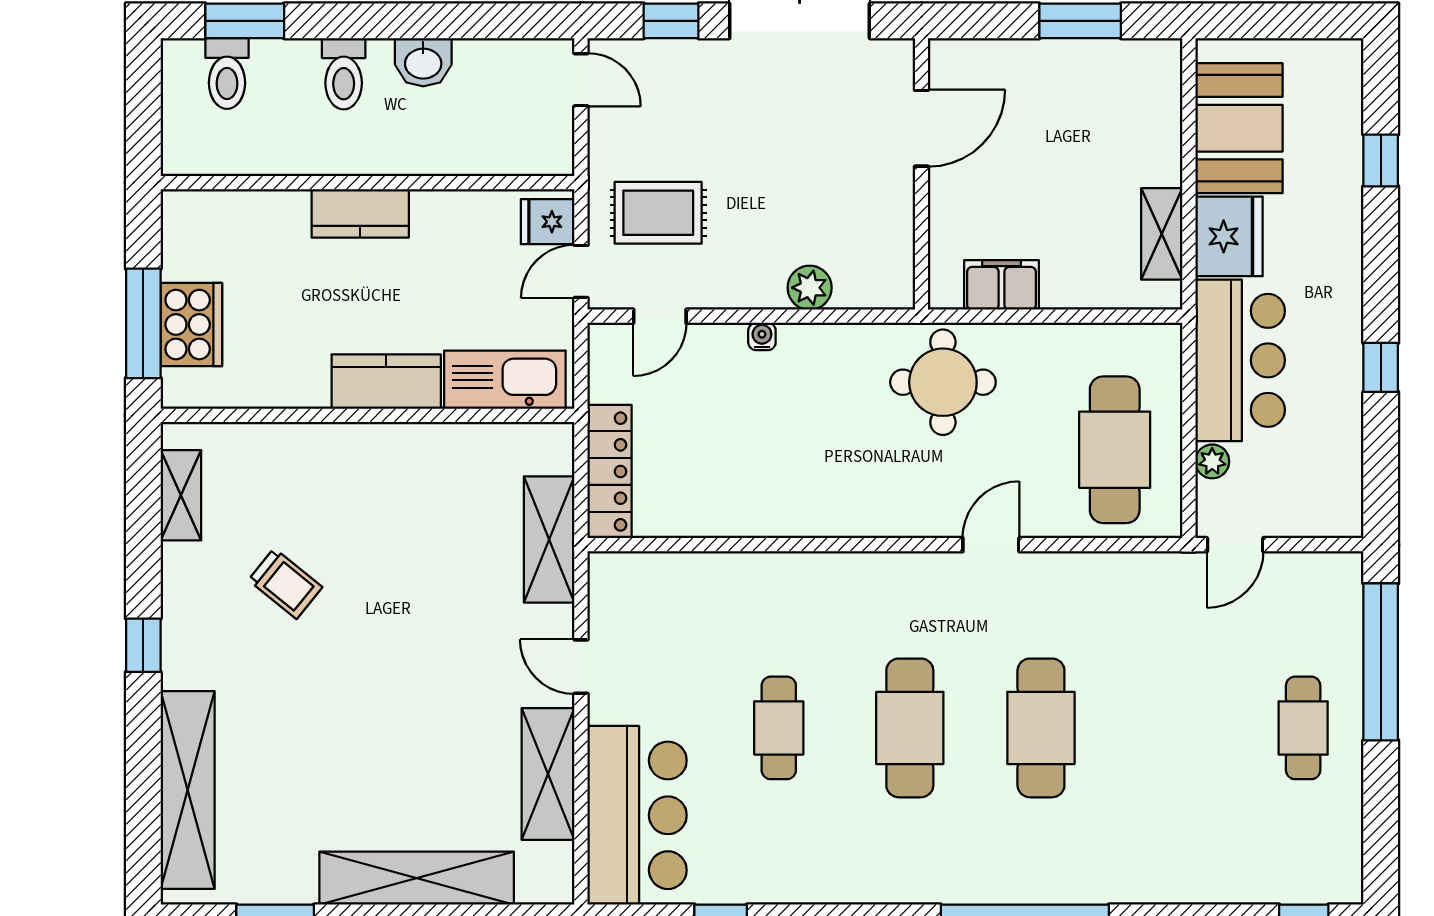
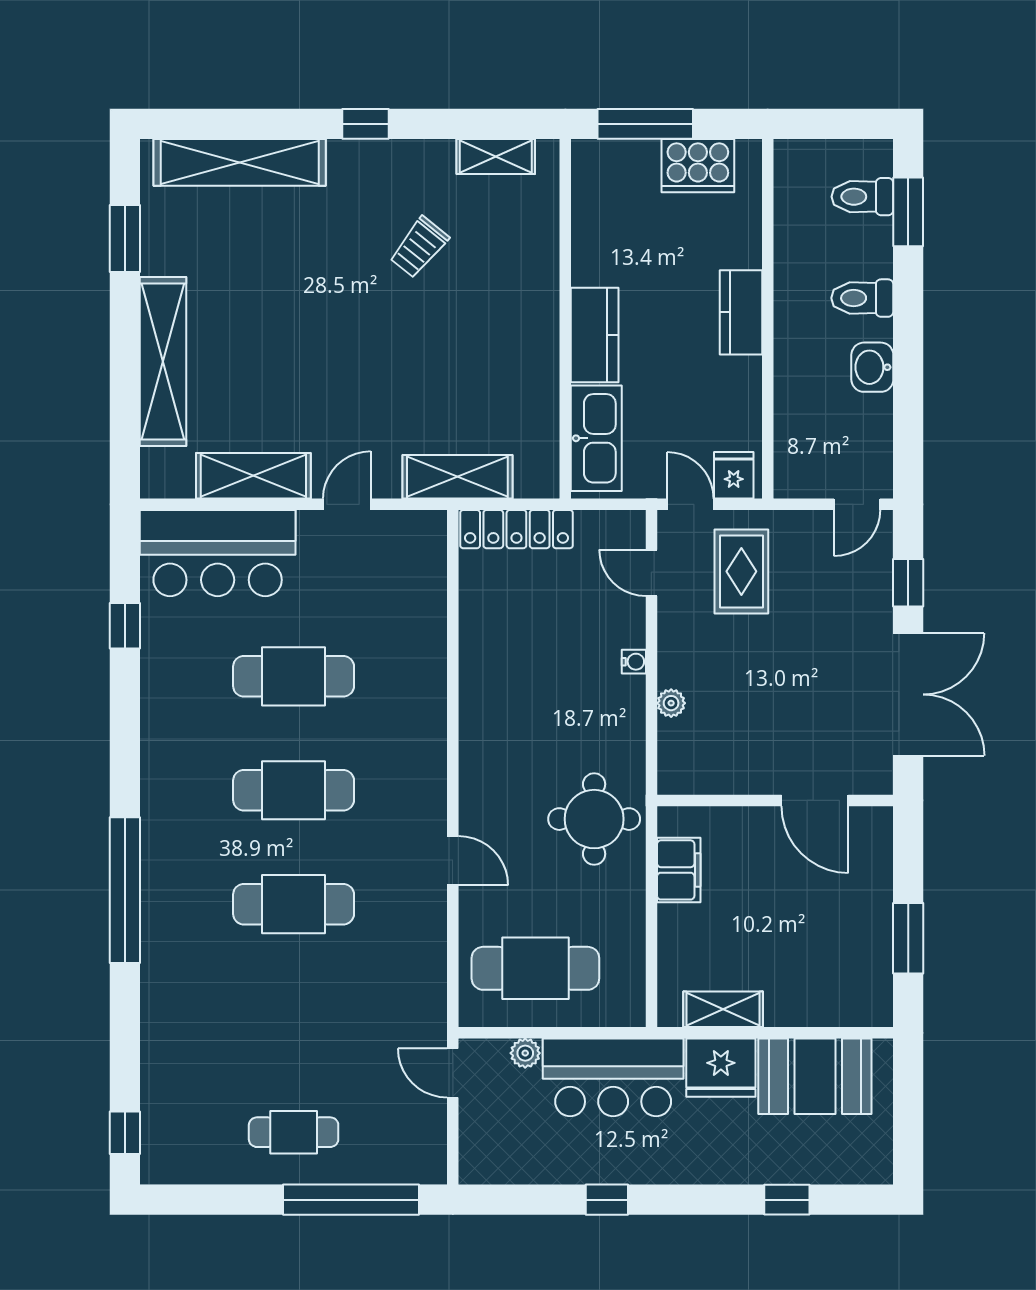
plant: (810, 288) -> (671, 703), width x0.73, depth x0.73
cooker: (191, 325) -> (698, 166), moved
cafe table: (779, 728) -> (294, 676), width x1.37, depth x1.35

